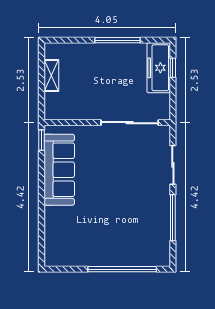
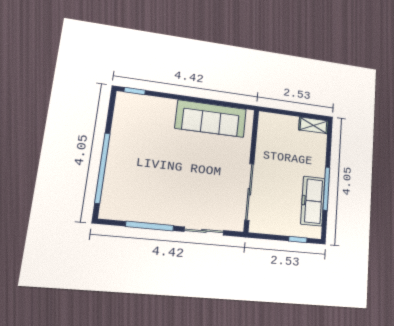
freezer: (159, 68) -> (313, 201), moved, turned -90
shelving: (51, 75) -> (314, 125), moved
window: (41, 140) -> (135, 91), moved

